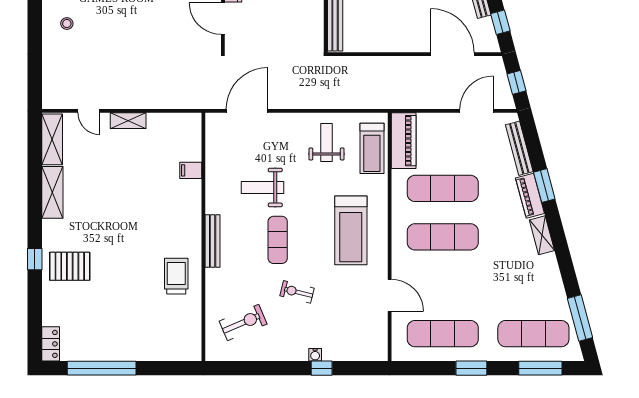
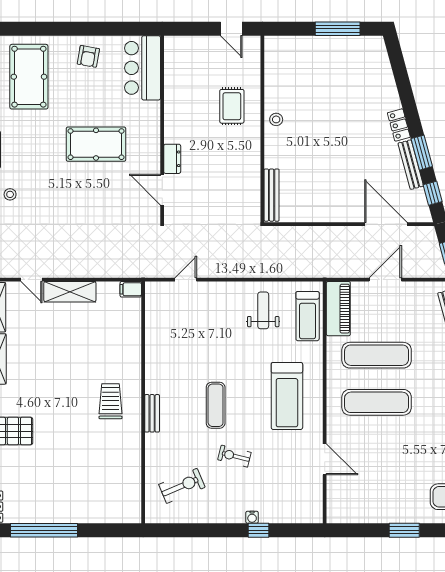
door: (247, 111) -> (186, 280), width x0.53
door: (477, 111) -> (385, 280), moved
shelving: (128, 121) -> (70, 292), width x1.50, depth x1.33
filing cabinet: (191, 170) -> (131, 289), moved
weight bench: (262, 187) -> (201, 354), removed
bench: (213, 241) -> (152, 413), width x0.73
trolley: (176, 276) -> (110, 401), moved
exercise mat: (443, 334) -> (377, 497), removed

